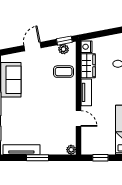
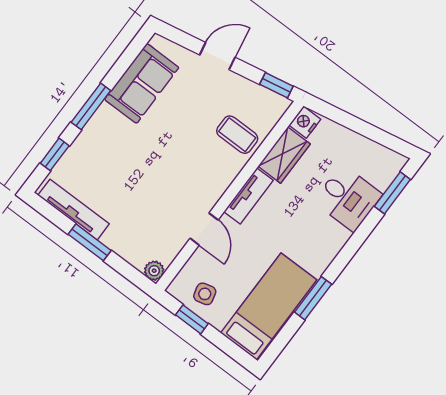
plant: (64, 49) -> (265, 98), removed
side table: (98, 144) -> (205, 294), added

